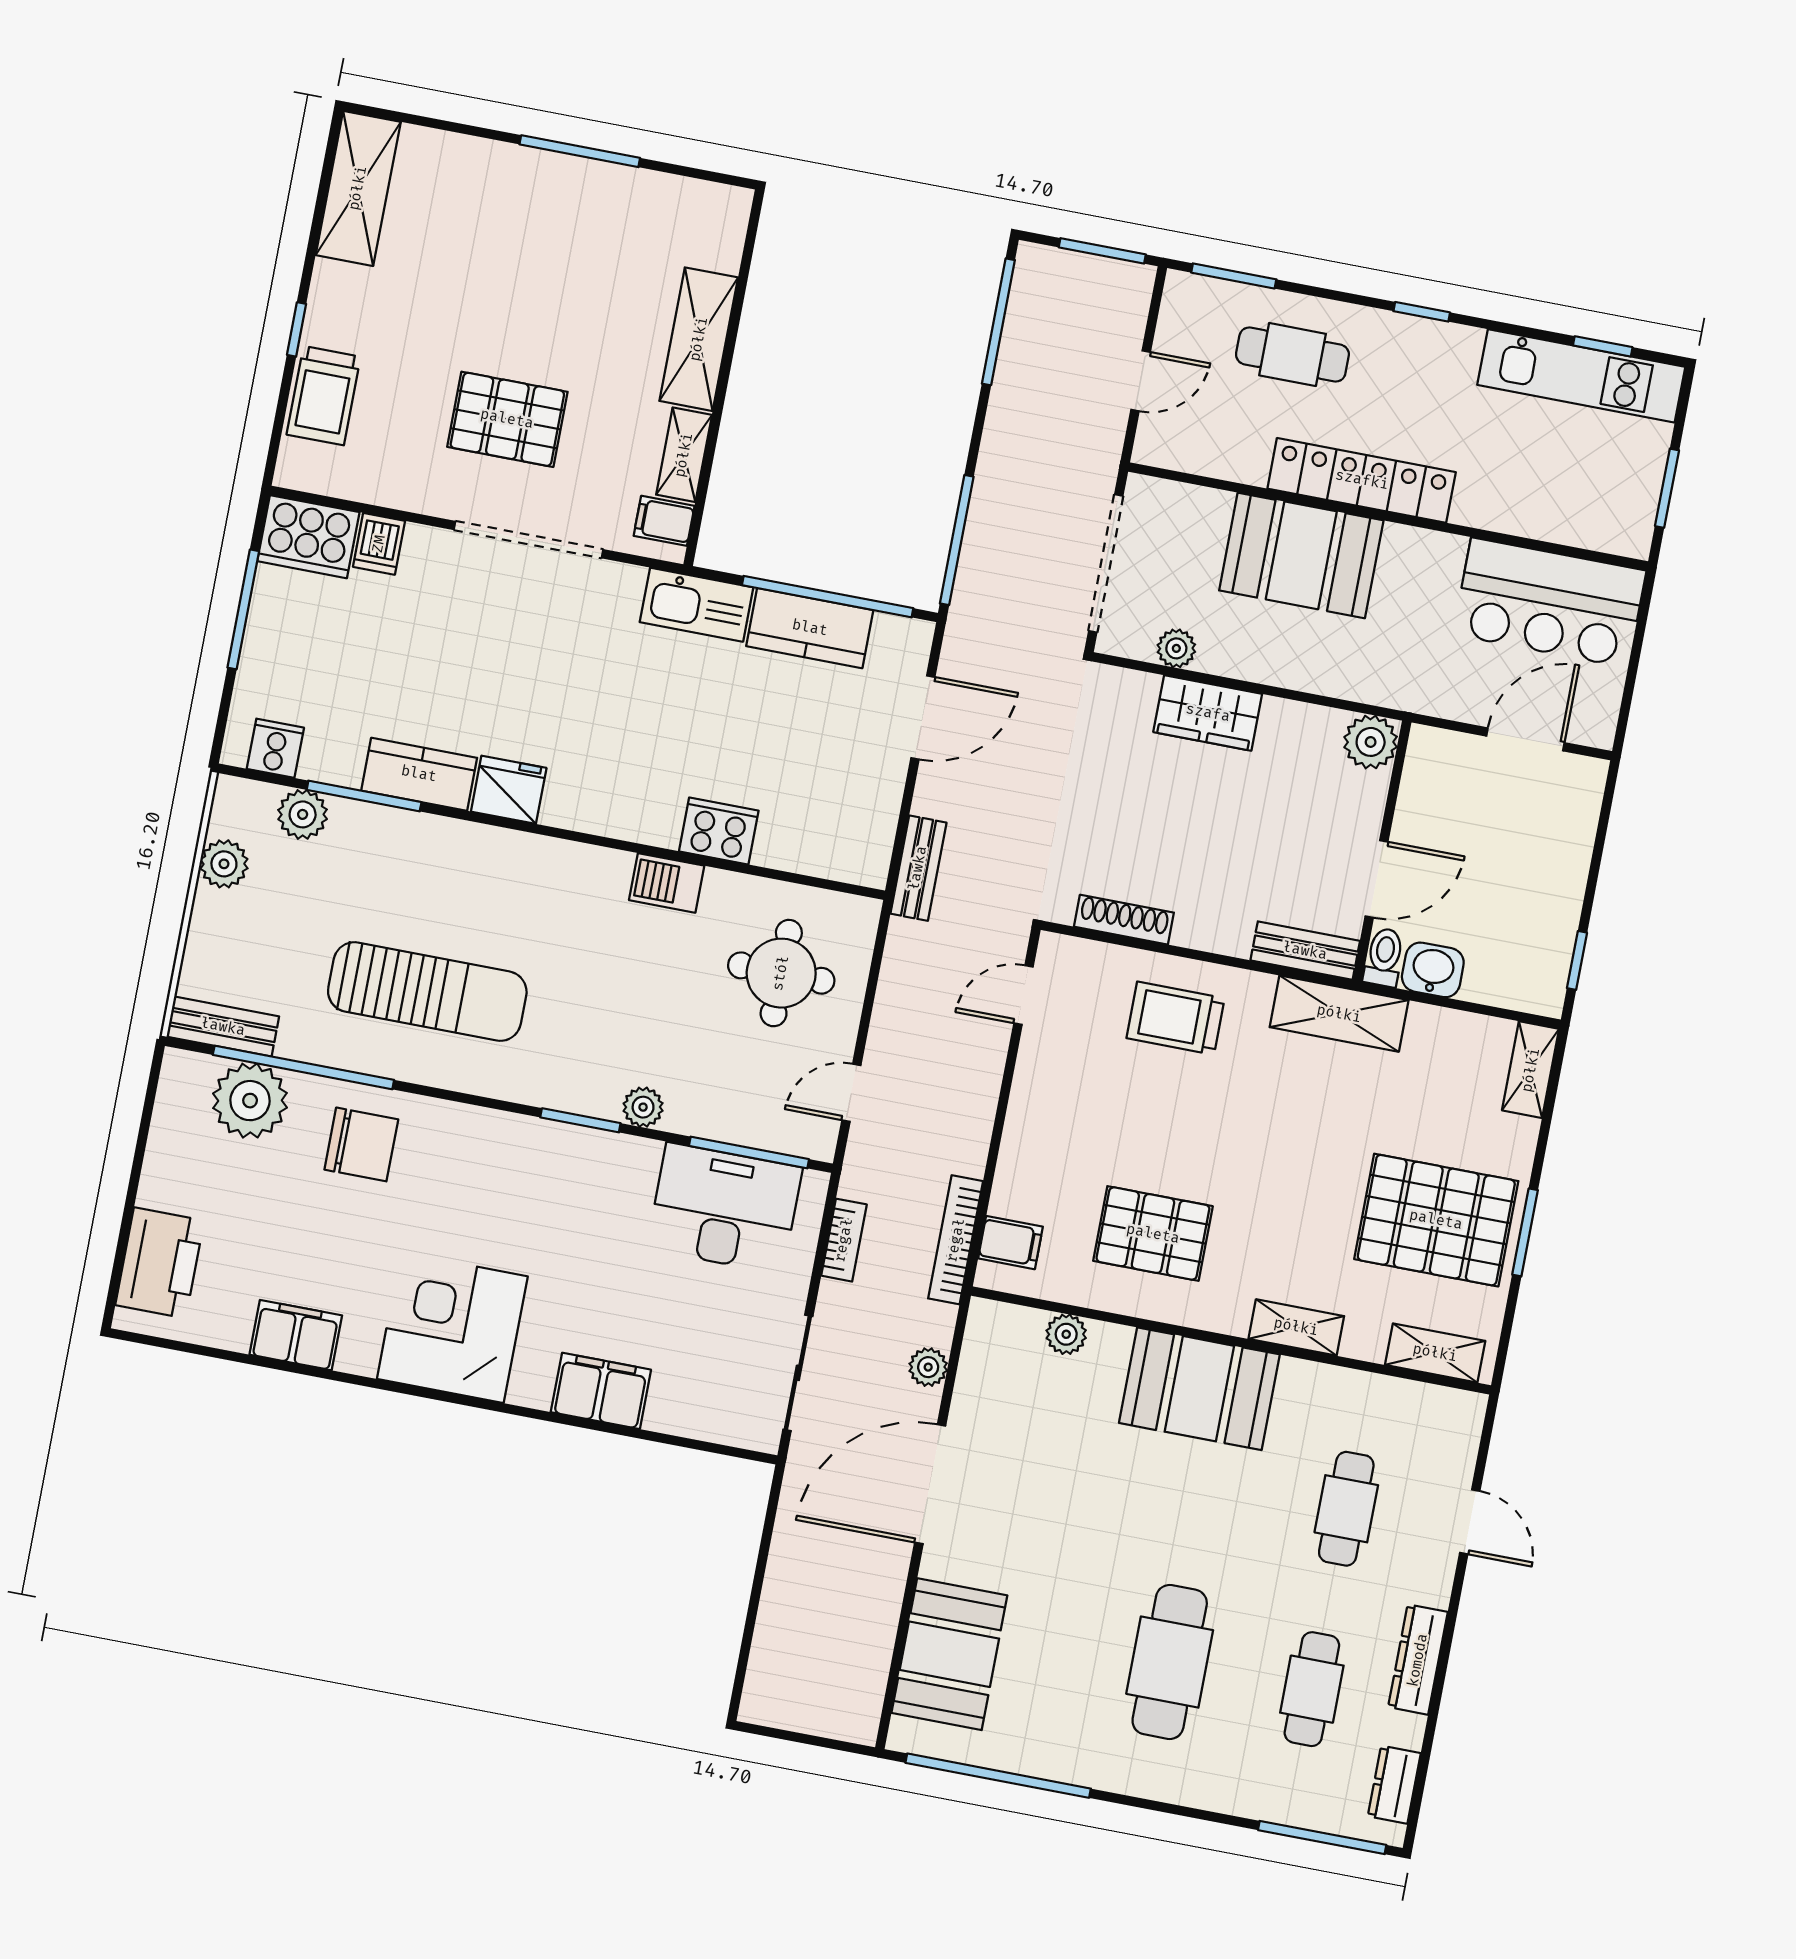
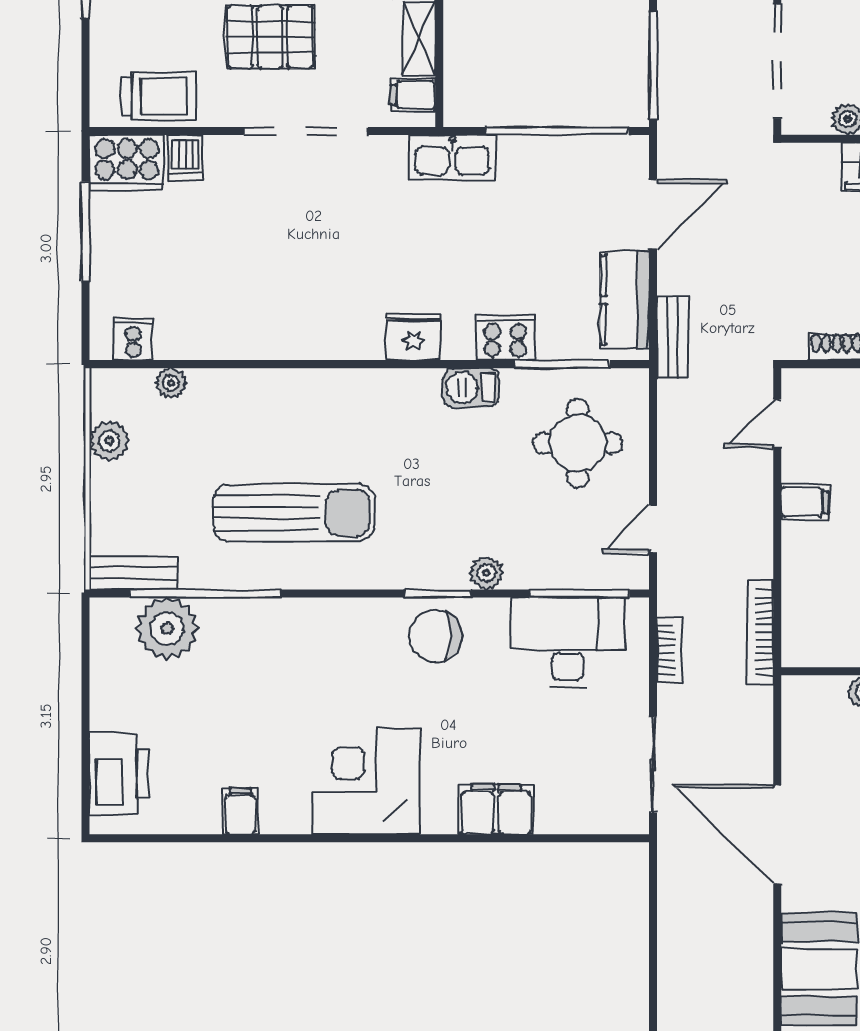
trolley: (324, 396) -> (159, 96), moved, turned -90
kitchen counter: (810, 628) -> (625, 300), moved, turned 90
kitchen counter: (419, 774) -> (254, 338), removed
fridge: (509, 790) -> (414, 337), moved
window: (364, 796) -> (562, 364), moved
plant: (303, 814) -> (171, 383), width x0.73, depth x0.73
chair: (361, 1144) -> (435, 636), moved, turned 180
filing cabinet: (1010, 1243) -> (805, 502), moved
filing cabinet: (296, 1335) -> (240, 811), width x0.50
plant: (928, 1367) -> (758, 740), removed
door: (930, 1484) -> (777, 834), hinge flipped

